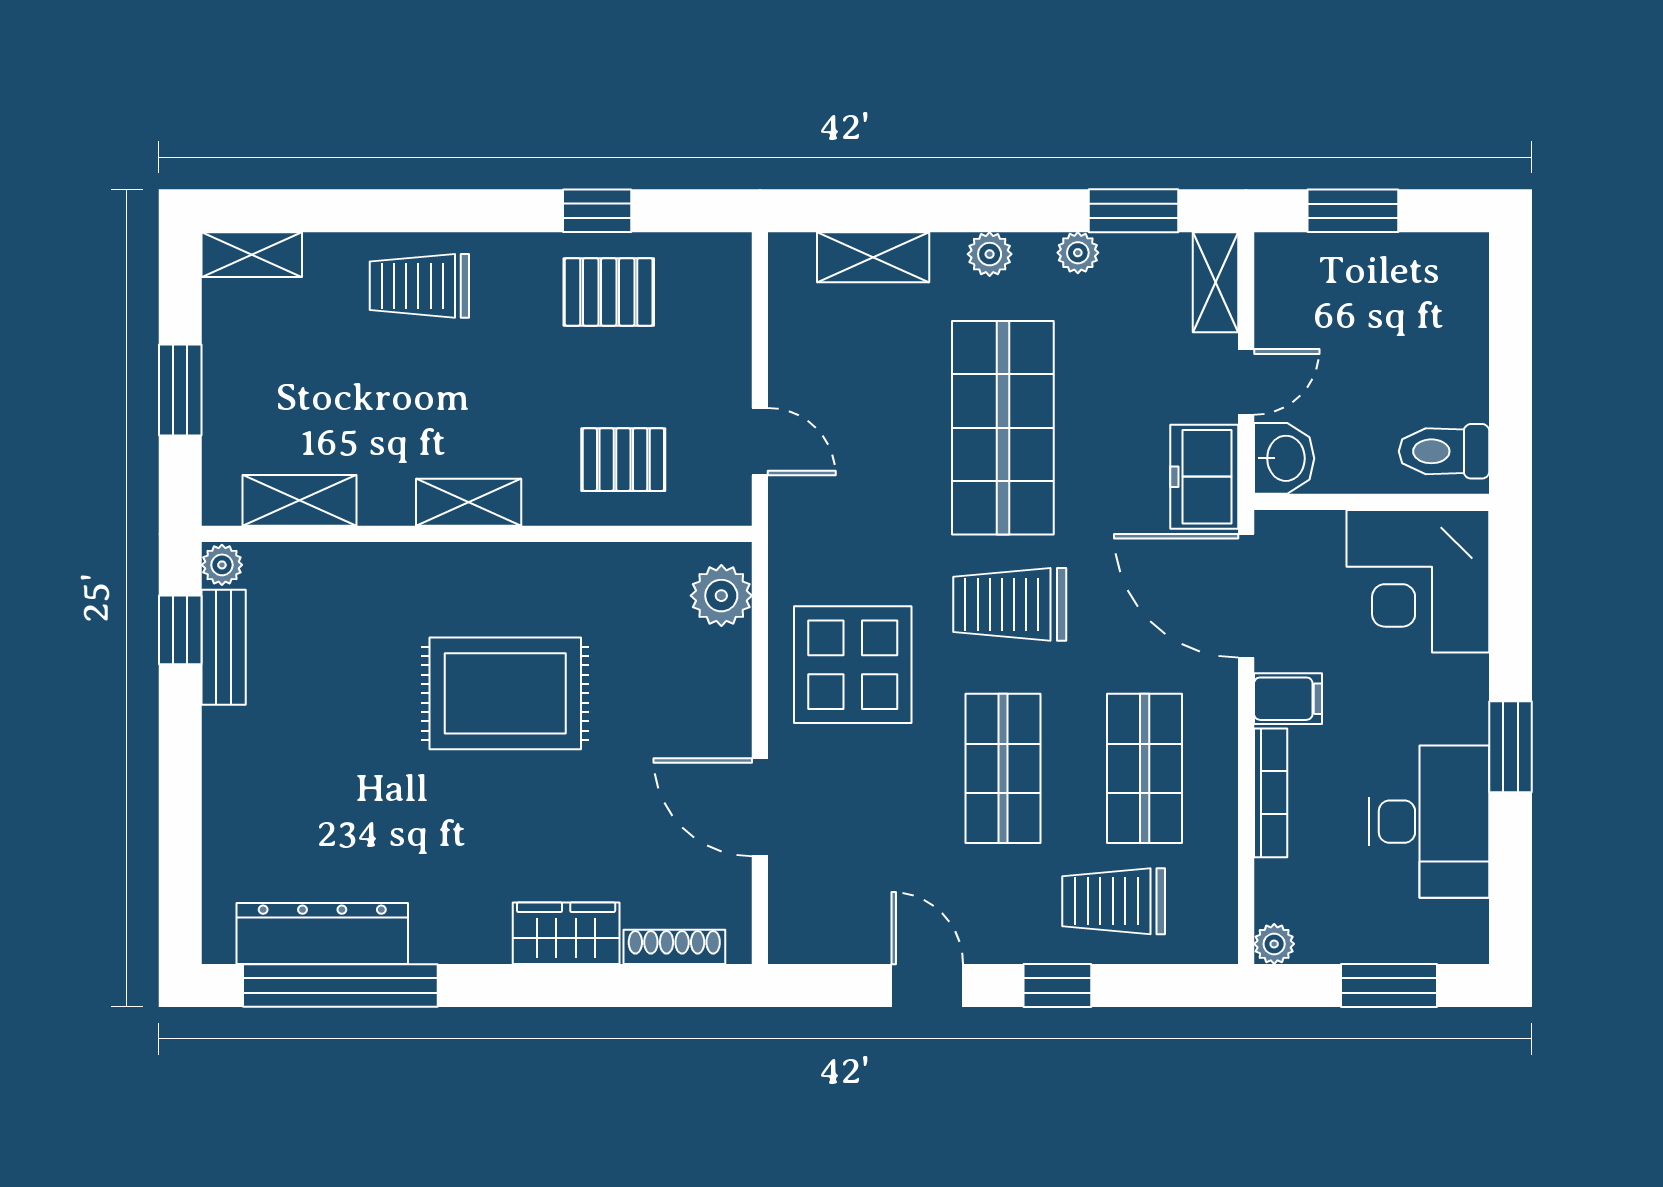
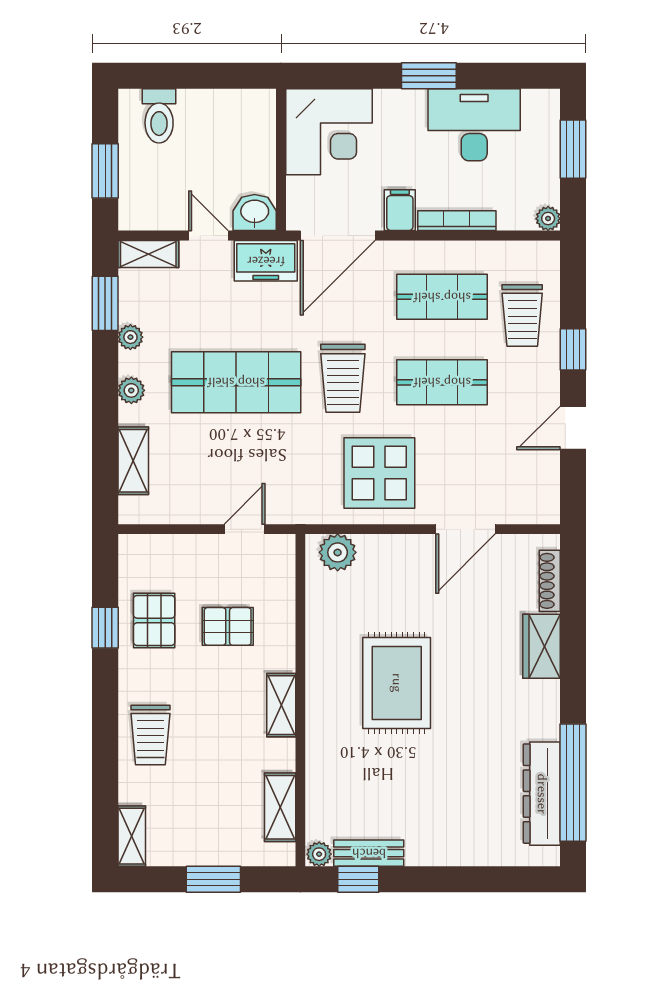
toilet: (1444, 451) -> (159, 116), moved
pallet: (623, 460) -> (228, 626), moved, turned 90

